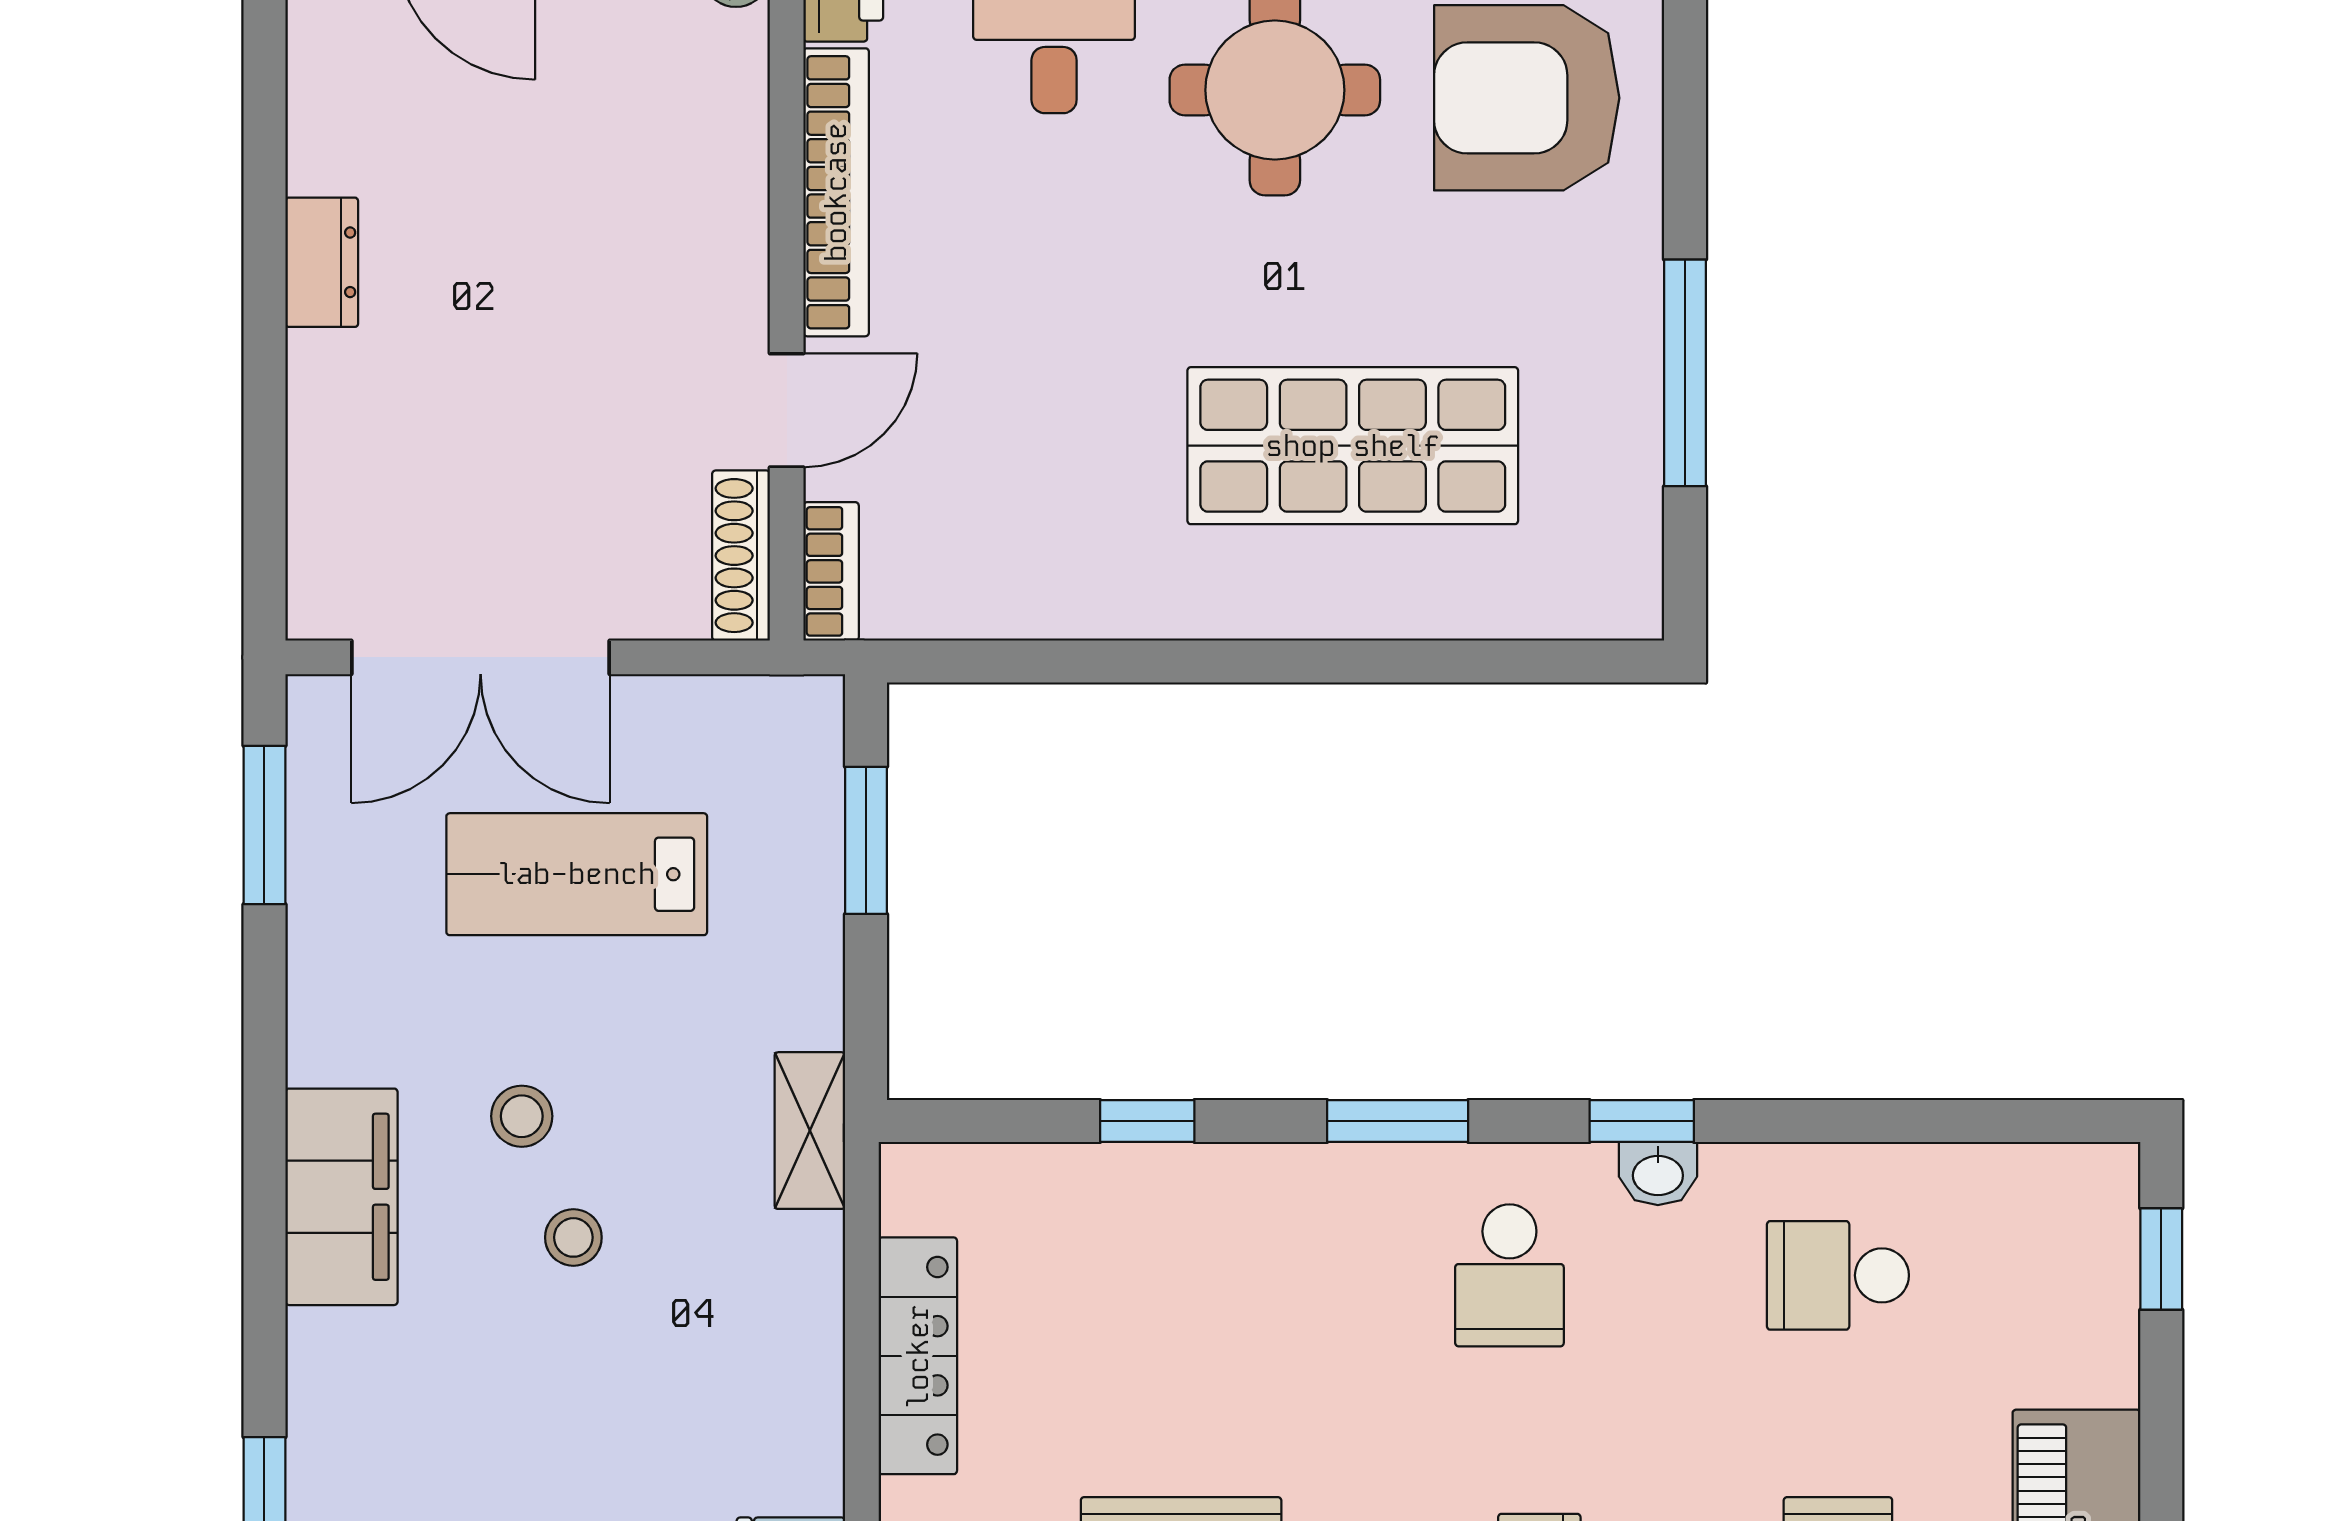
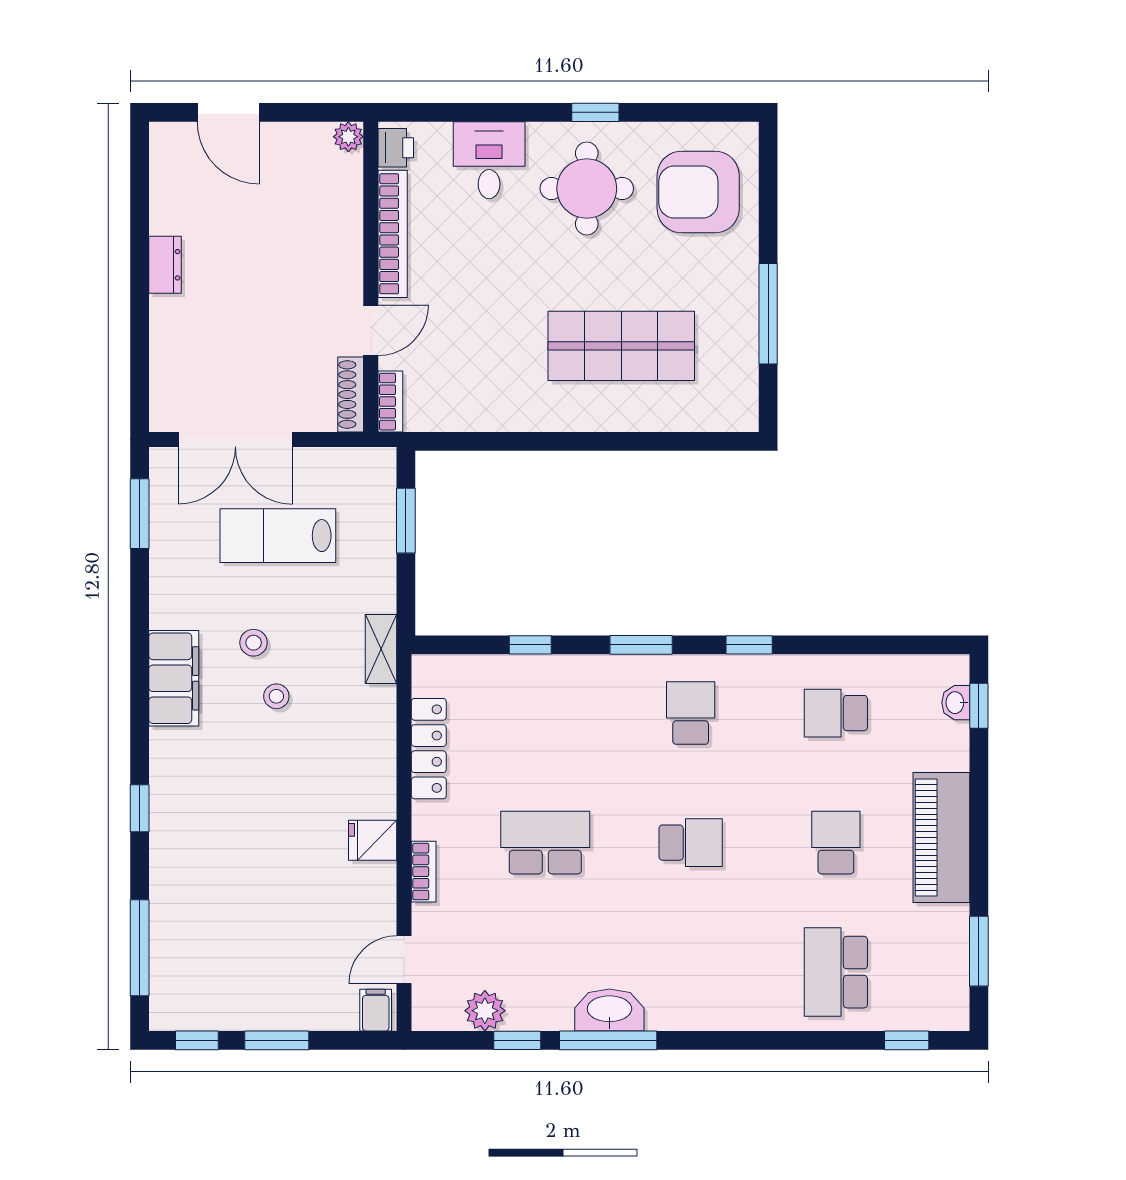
washbasin: (1658, 1174) -> (956, 703), moved, turned 90
school desk: (1509, 1275) -> (691, 713), turned 180

